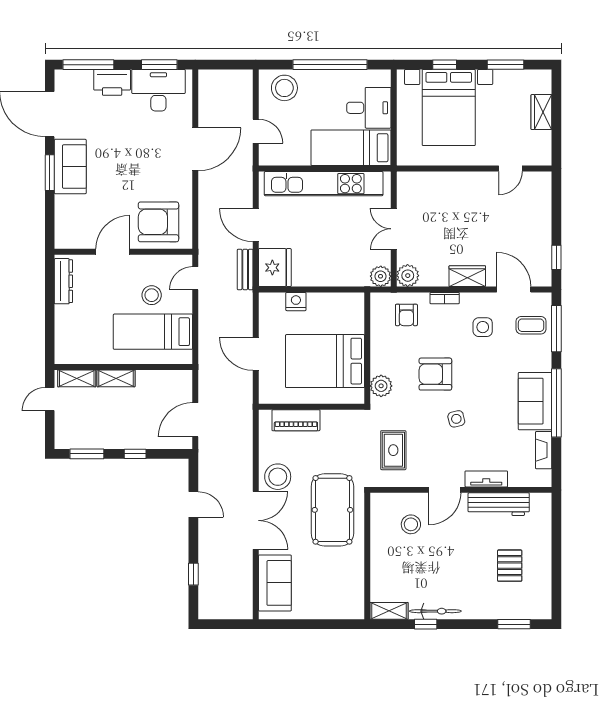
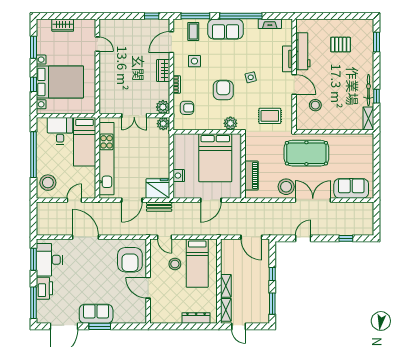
dresser: (63, 281) -> (196, 318), moved
armchair: (435, 374) -> (223, 90), turned 180
sofa: (535, 401) -> (226, 29), moved

